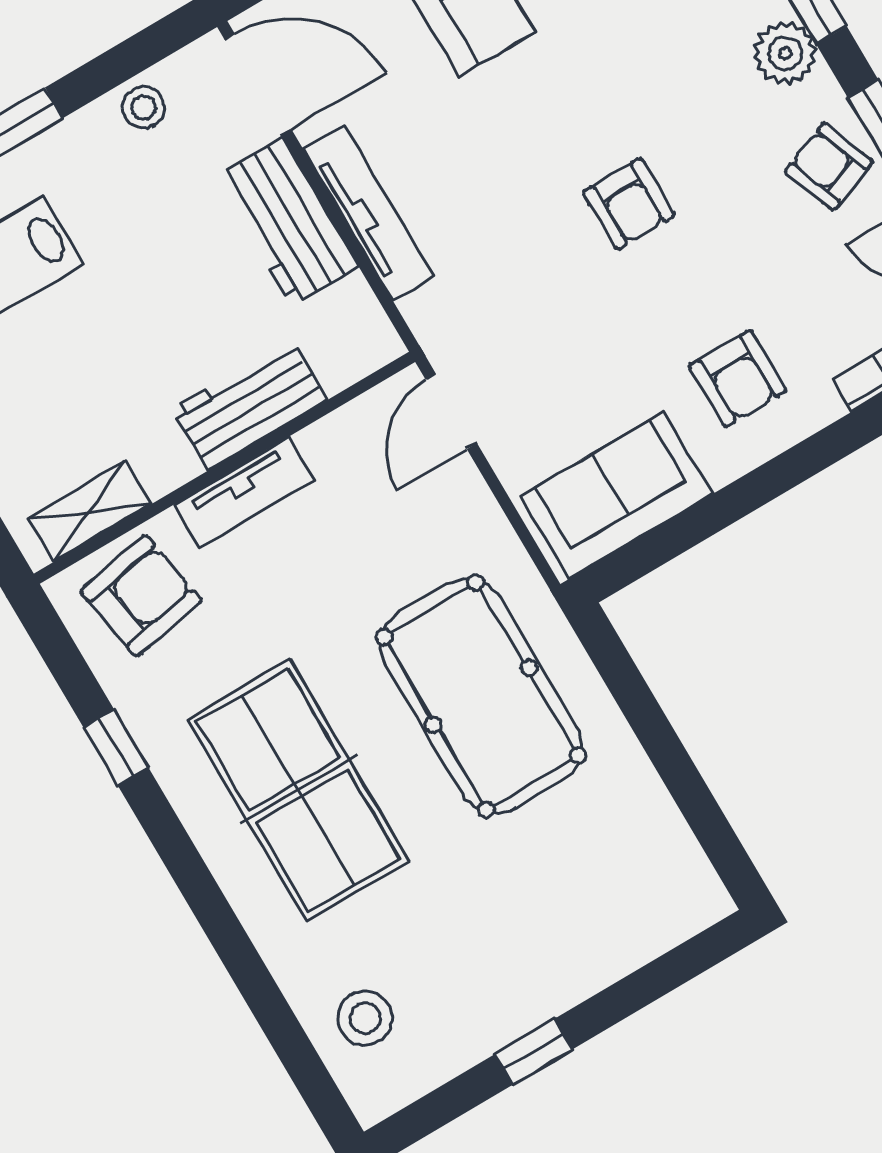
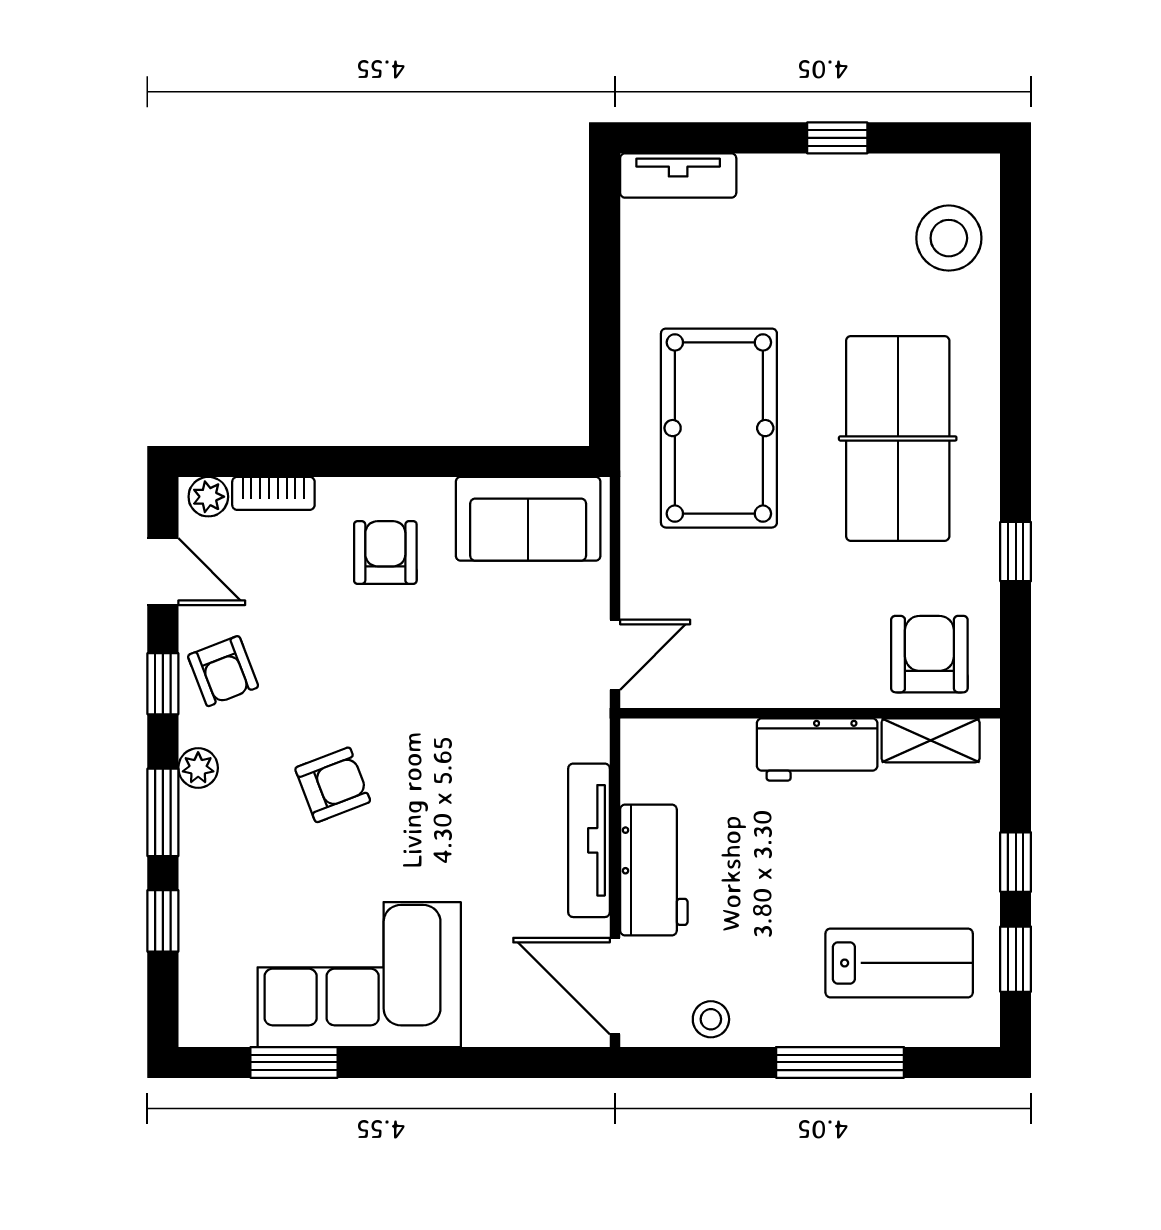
plant: (785, 53) -> (198, 768), width x0.73, depth x0.73
armchair: (629, 204) -> (333, 785), moved, turned 69
workbench: (249, 405) -> (817, 749), moved
tv unit: (244, 492) -> (678, 175), moved, turned 180
armchair: (141, 596) -> (929, 654), turned 100
stool: (365, 1018) -> (949, 238), width x1.38, depth x1.38

